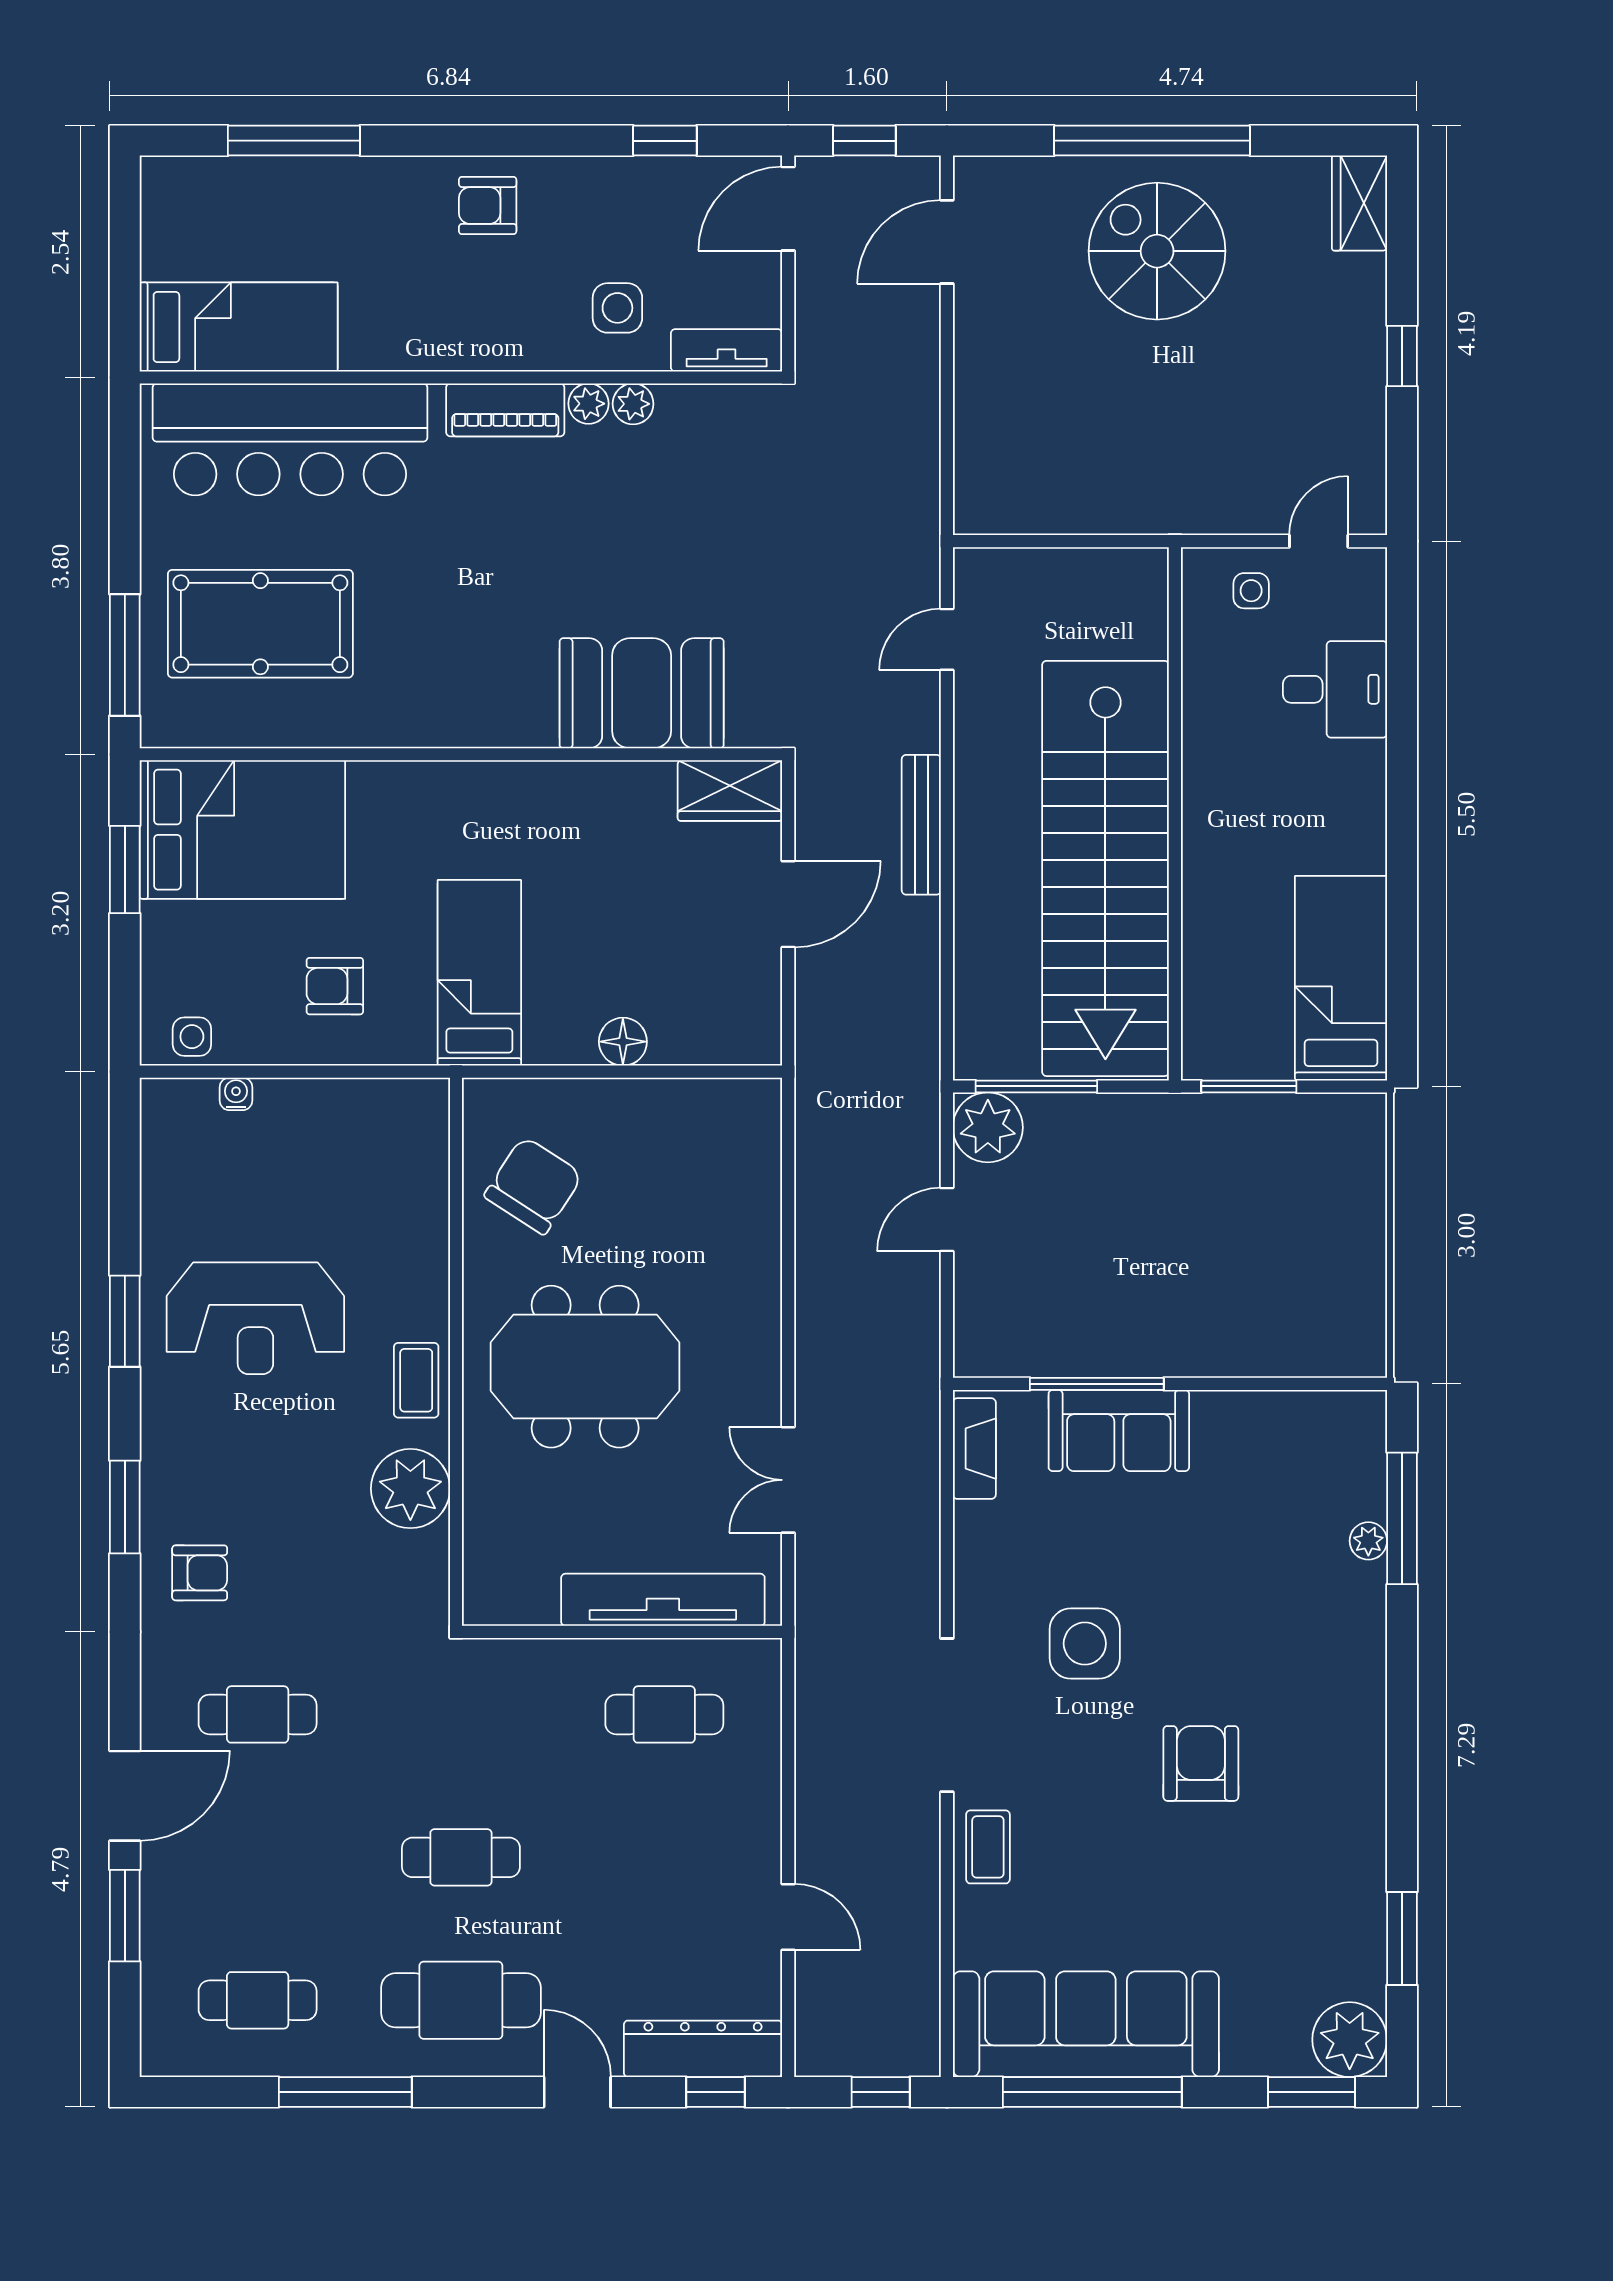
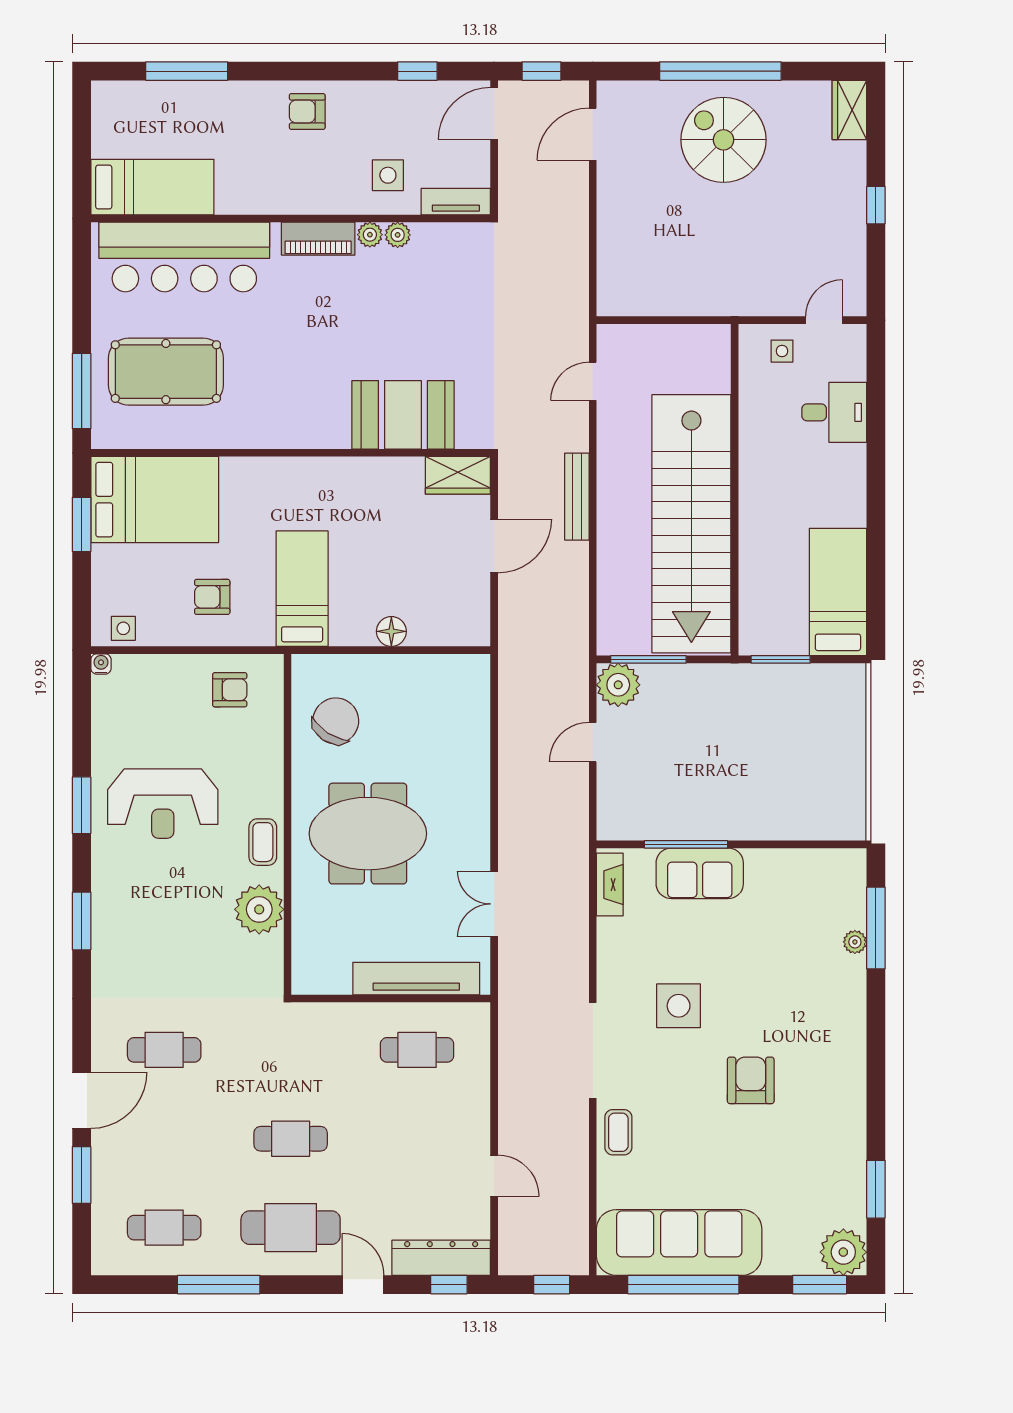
water cooler: (236, 1094) -> (101, 664), moved
armchair: (200, 1573) -> (230, 690), moved

